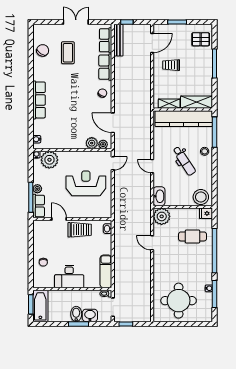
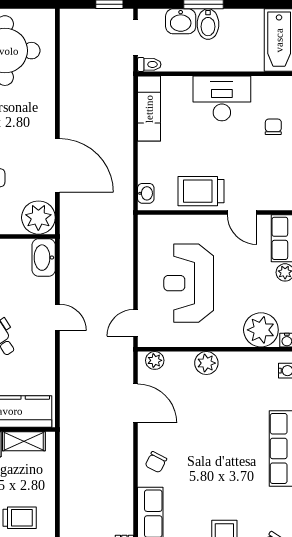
plant: (92, 143) -> (206, 363), moved
reception desk: (86, 183) -> (189, 283), turned 90
door: (152, 243) -> (57, 165), width x1.87

